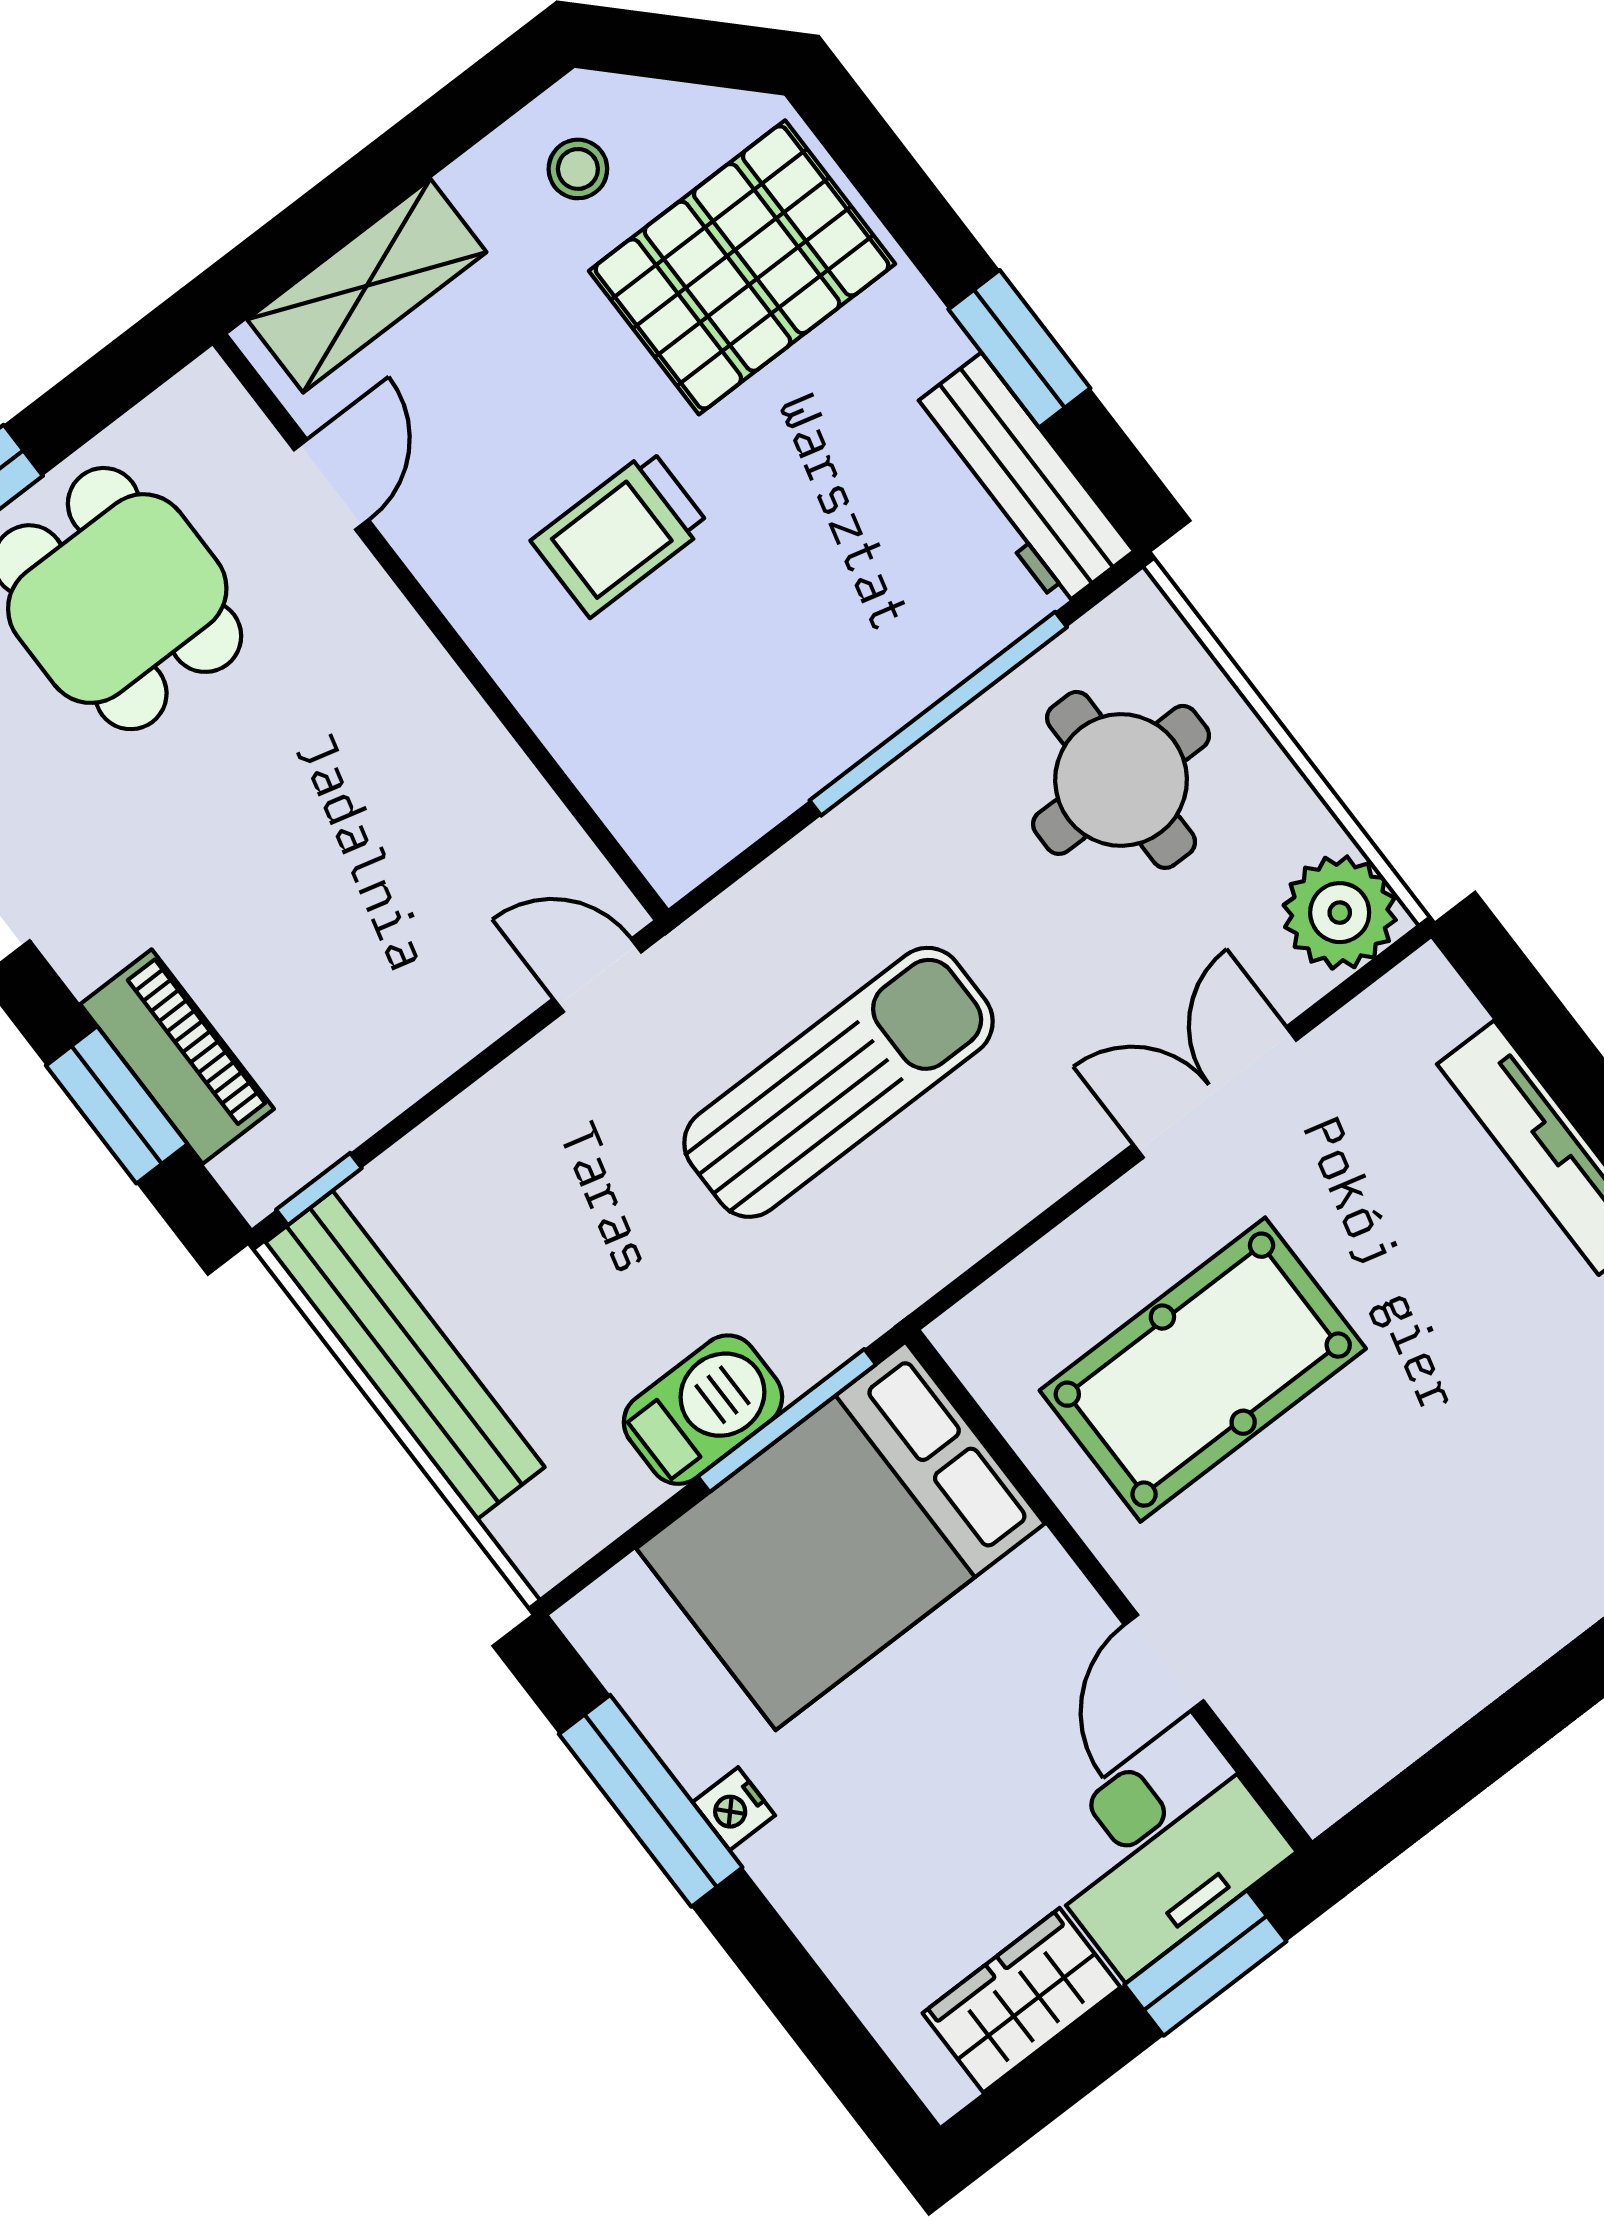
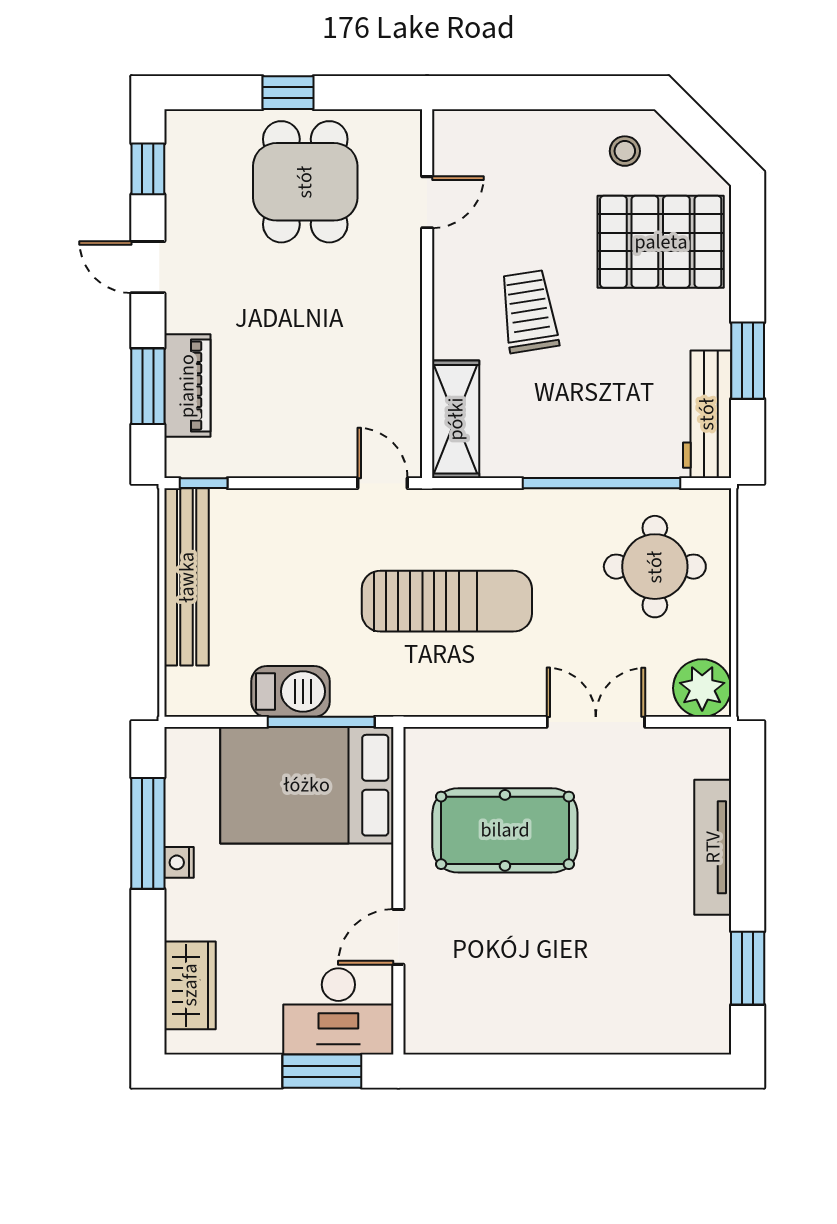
shelving: (367, 286) -> (456, 419), moved, turned 90
trolley: (620, 533) -> (529, 311), turned 81
wardrobe: (1021, 2000) -> (190, 985), moved, turned 90

